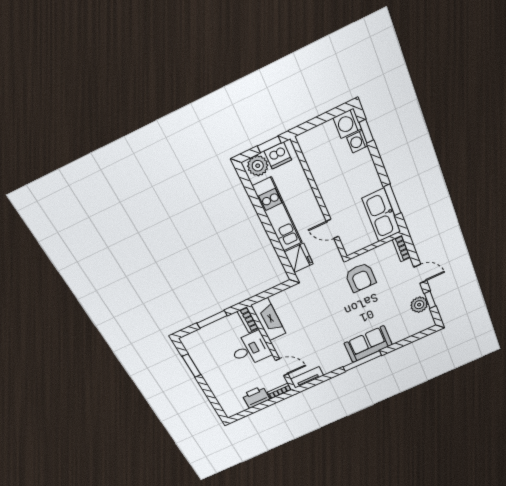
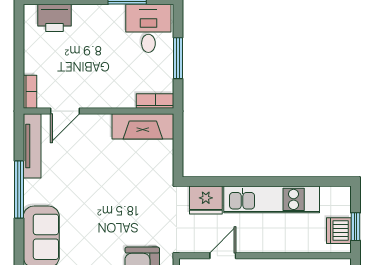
plant: (258, 166) -> (338, 203), removed
desk: (250, 349) -> (148, 28), moved, turned 180
window: (362, 361) -> (19, 189), moved
tv unit: (307, 377) -> (32, 146), width x1.41
printer: (256, 397) -> (55, 18), moved, turned 90

